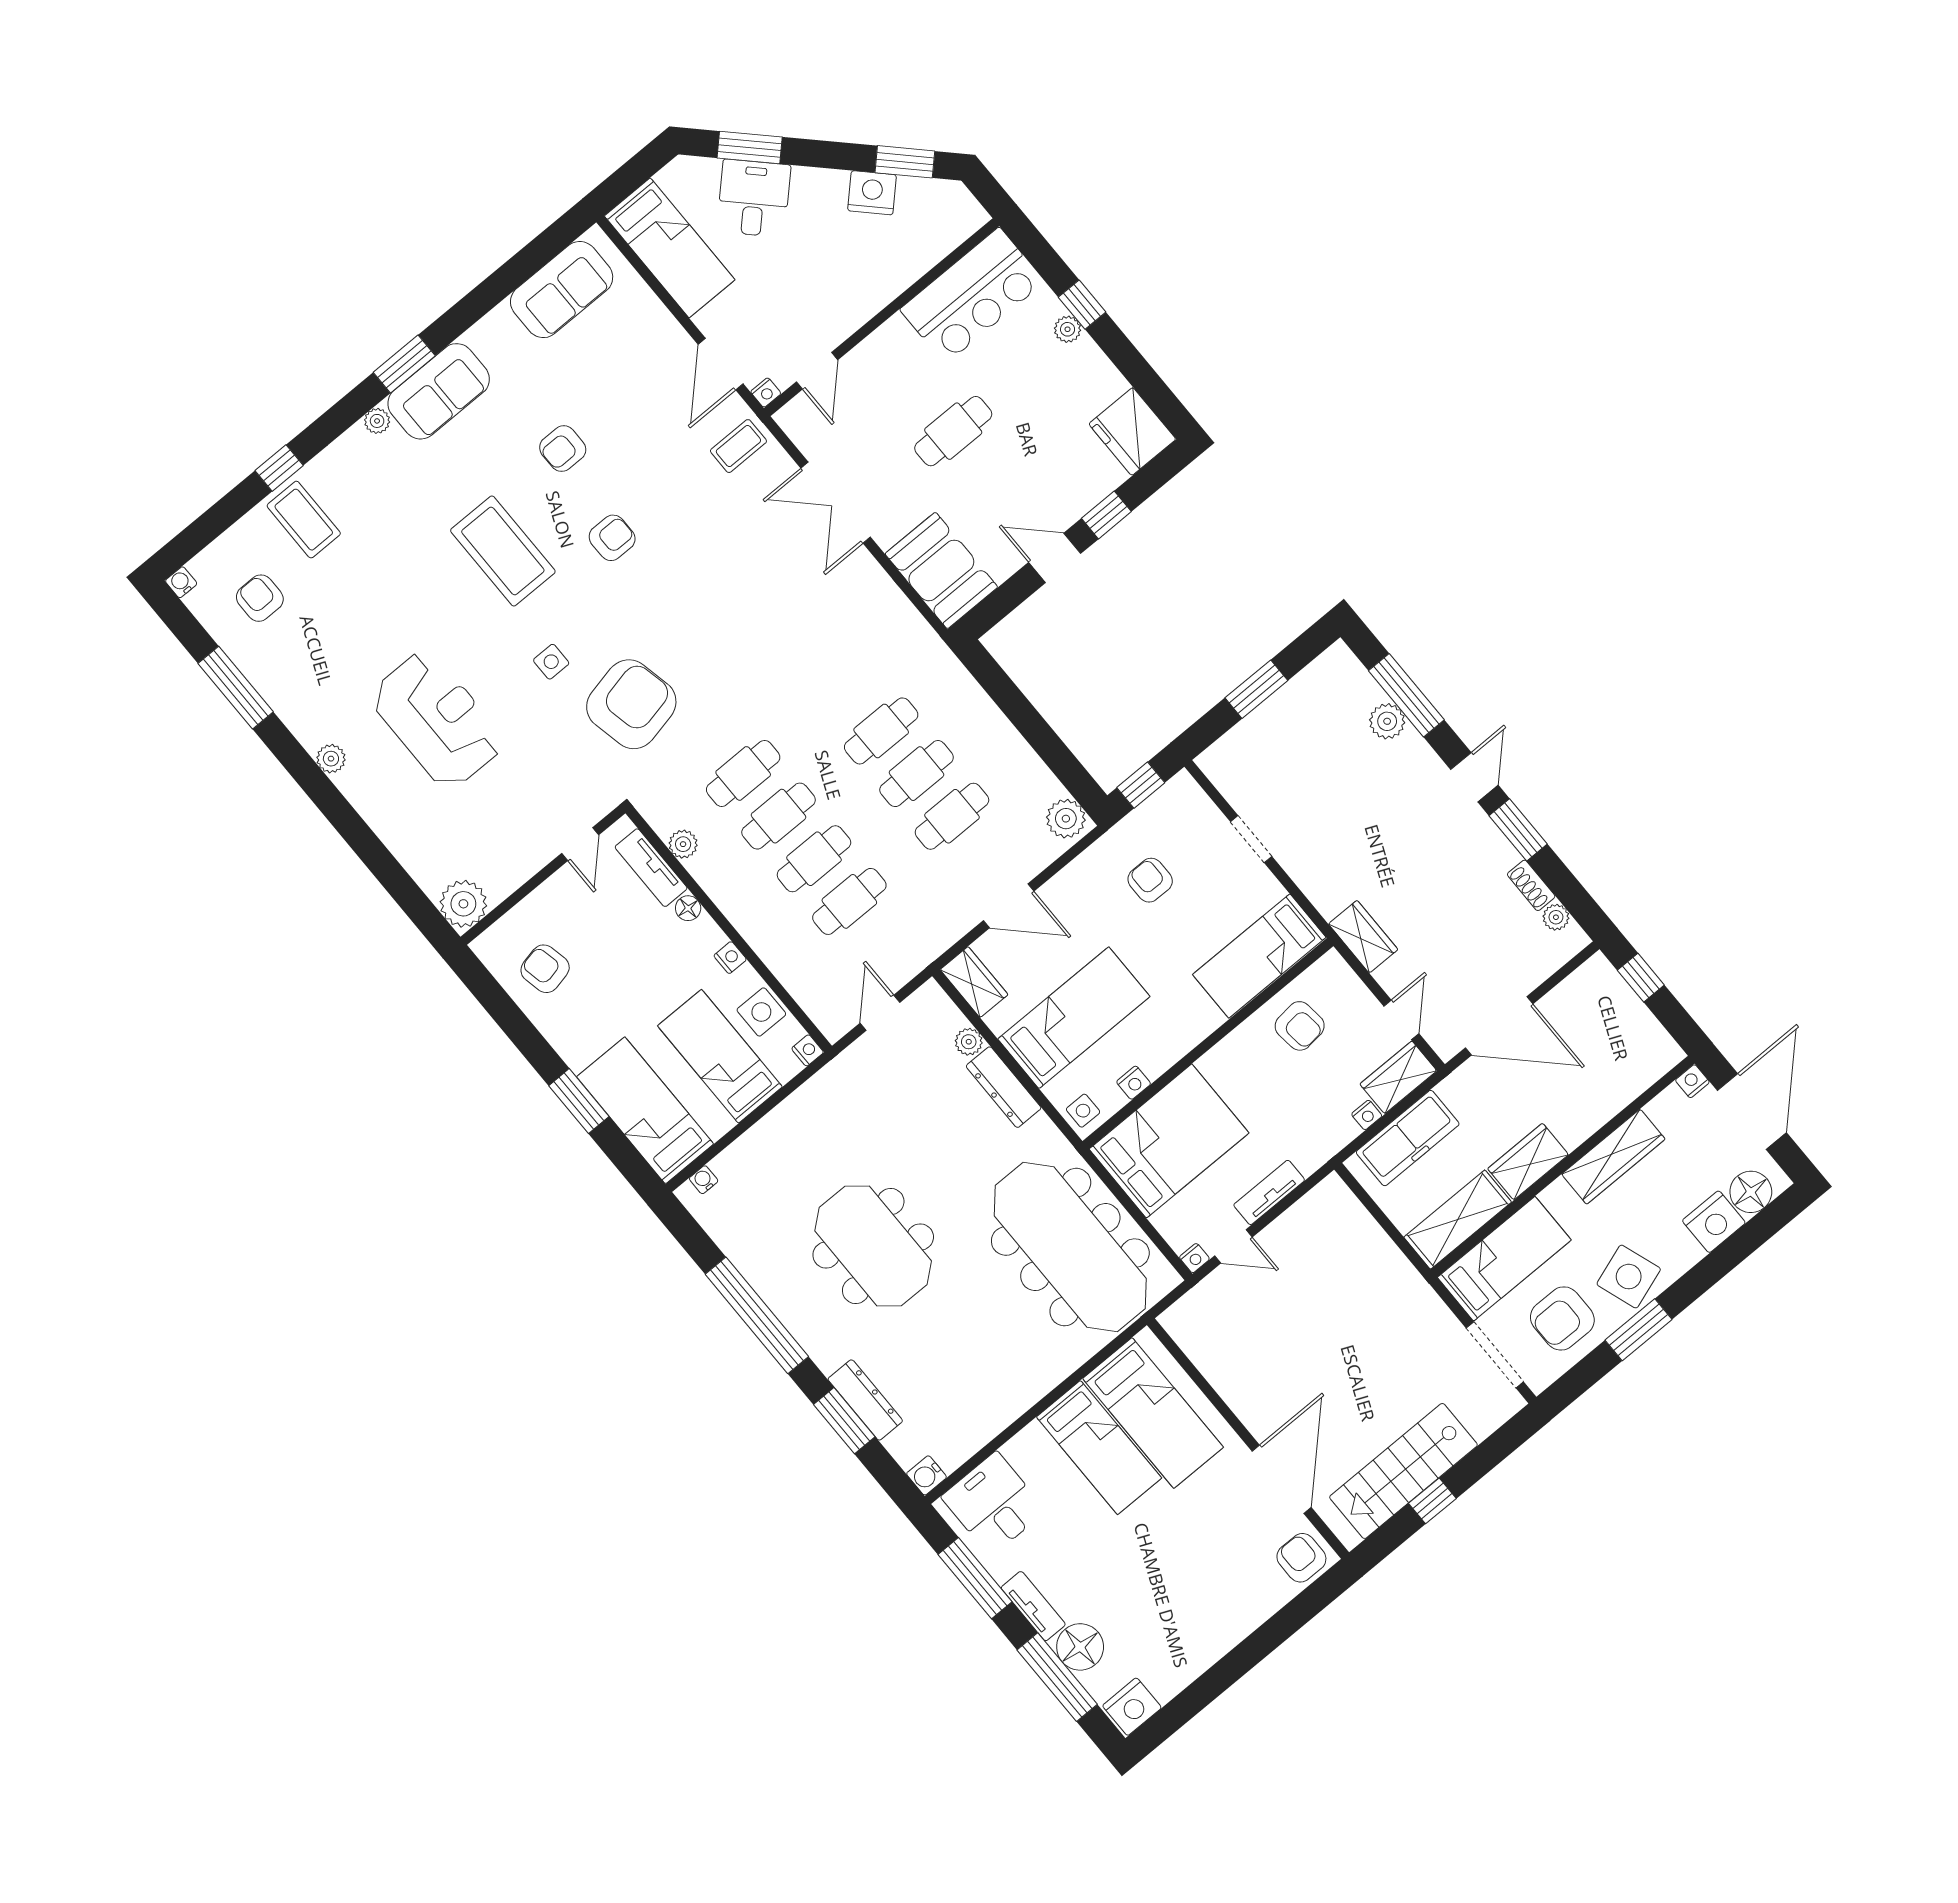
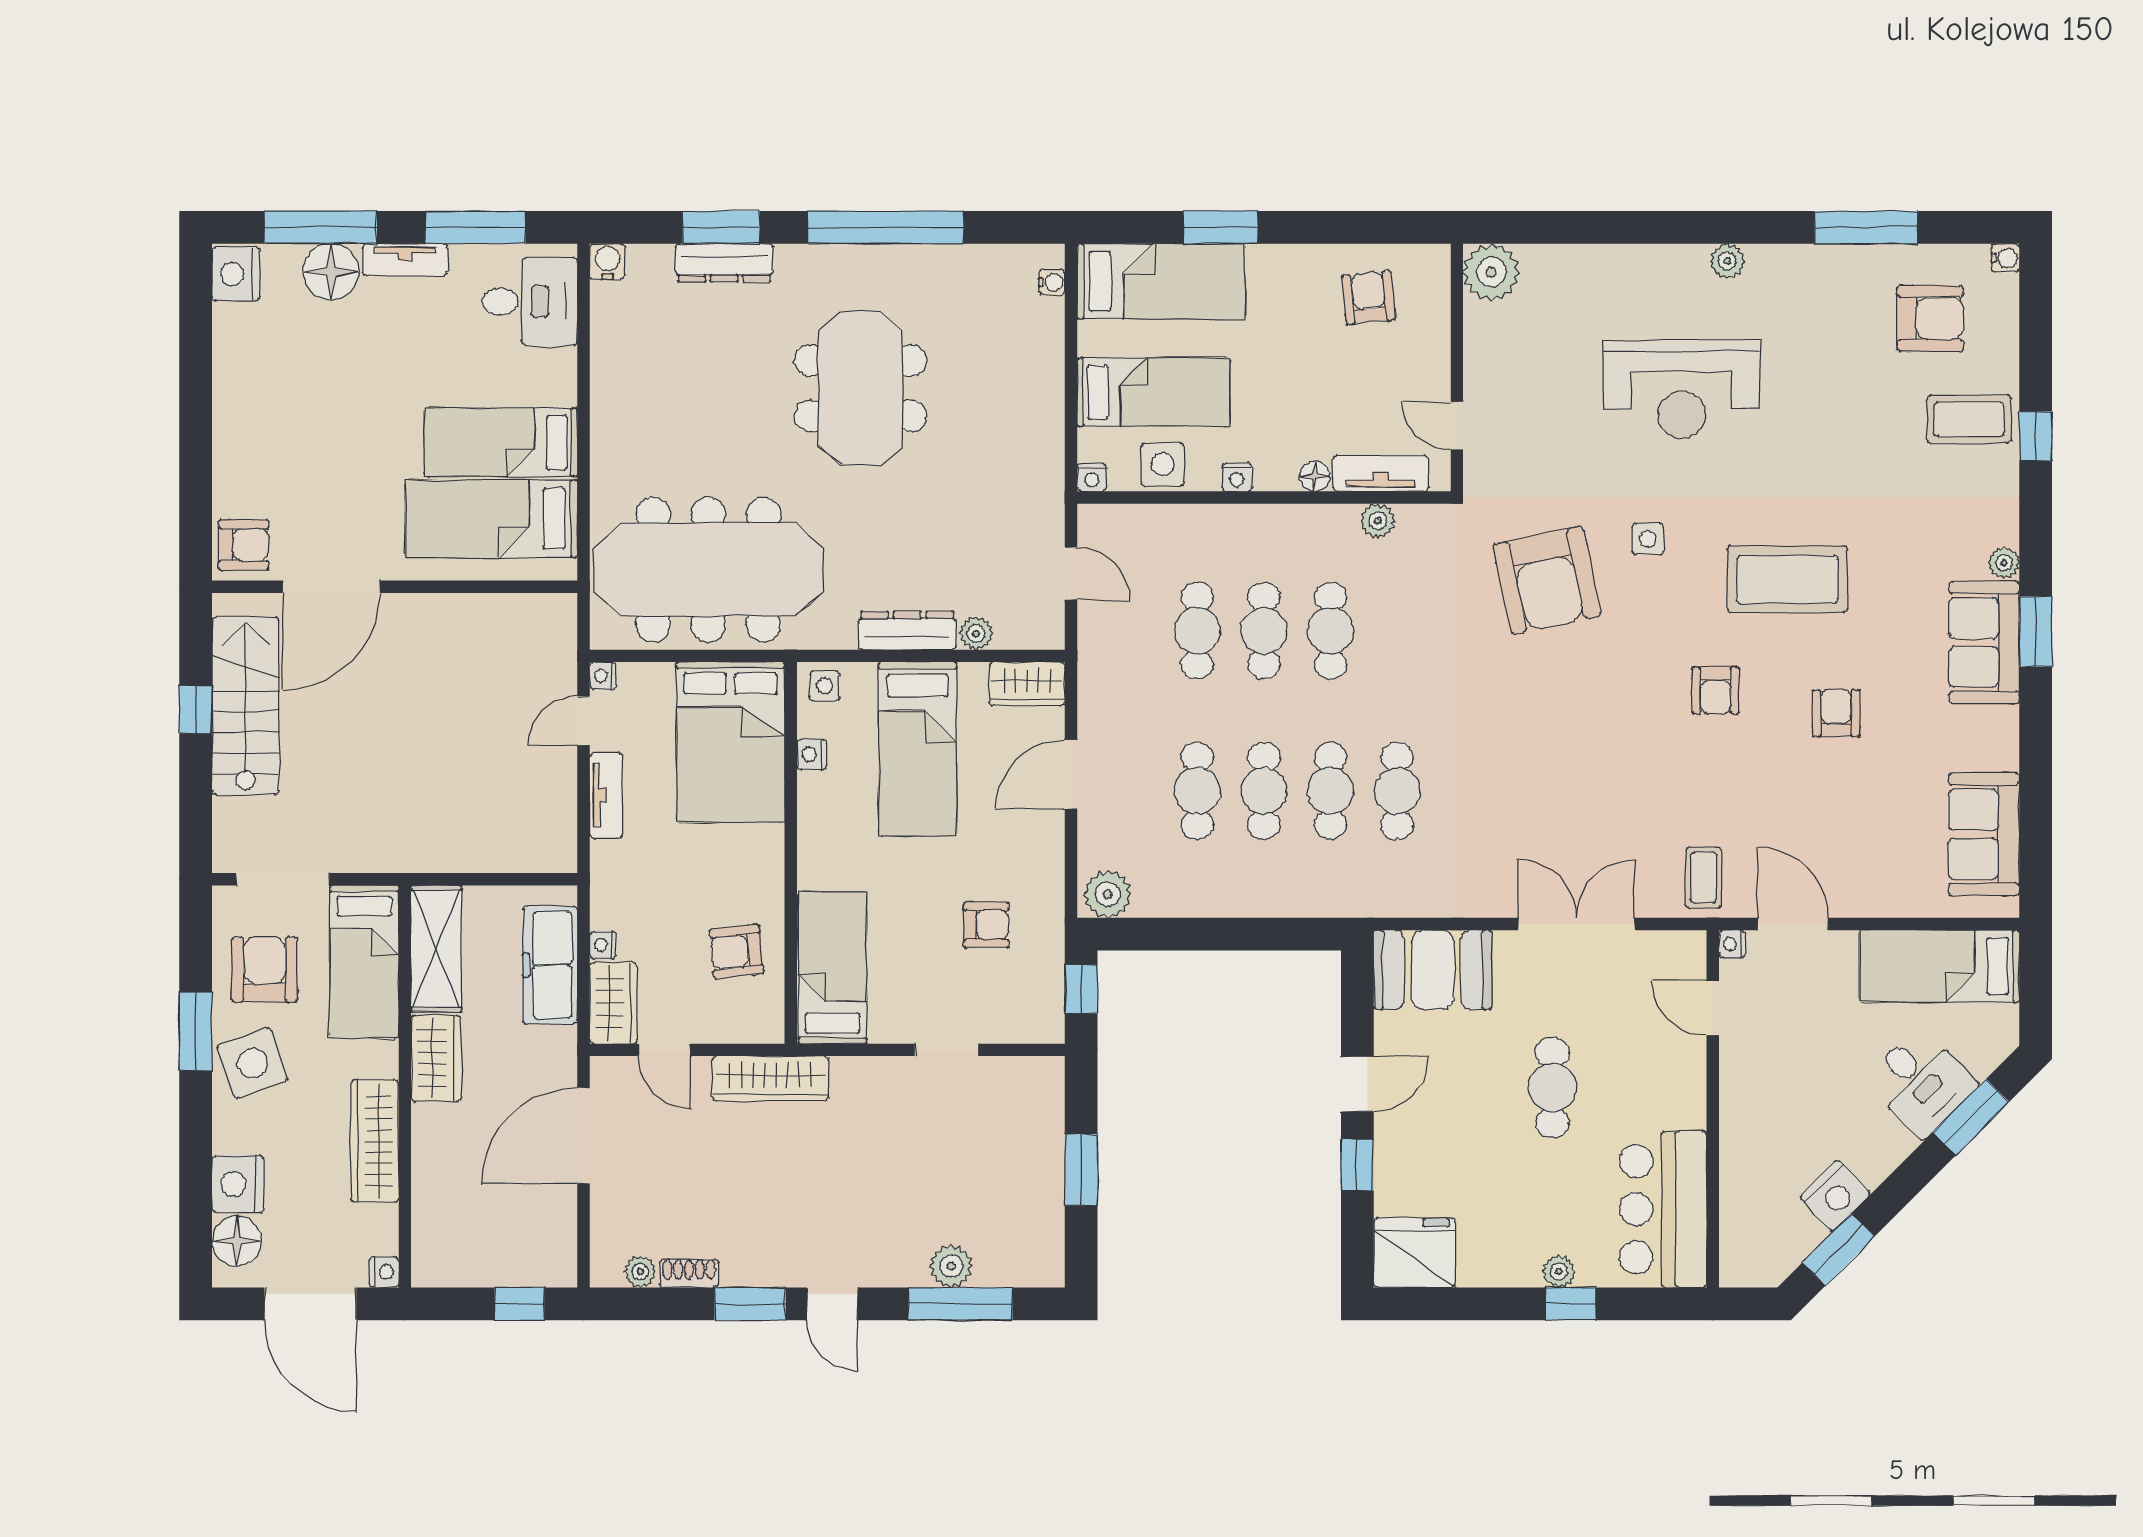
armchair: (260, 598) -> (1930, 318), width x1.38, depth x1.38
cafe table: (743, 773) -> (1397, 791), moved
wardrobe: (1363, 937) -> (770, 1078), width x1.50
armchair: (545, 969) -> (1369, 298), turned -84
meeting table: (873, 1246) -> (860, 388), turned 90
door: (1282, 1479) -> (331, 587), hinge flipped

